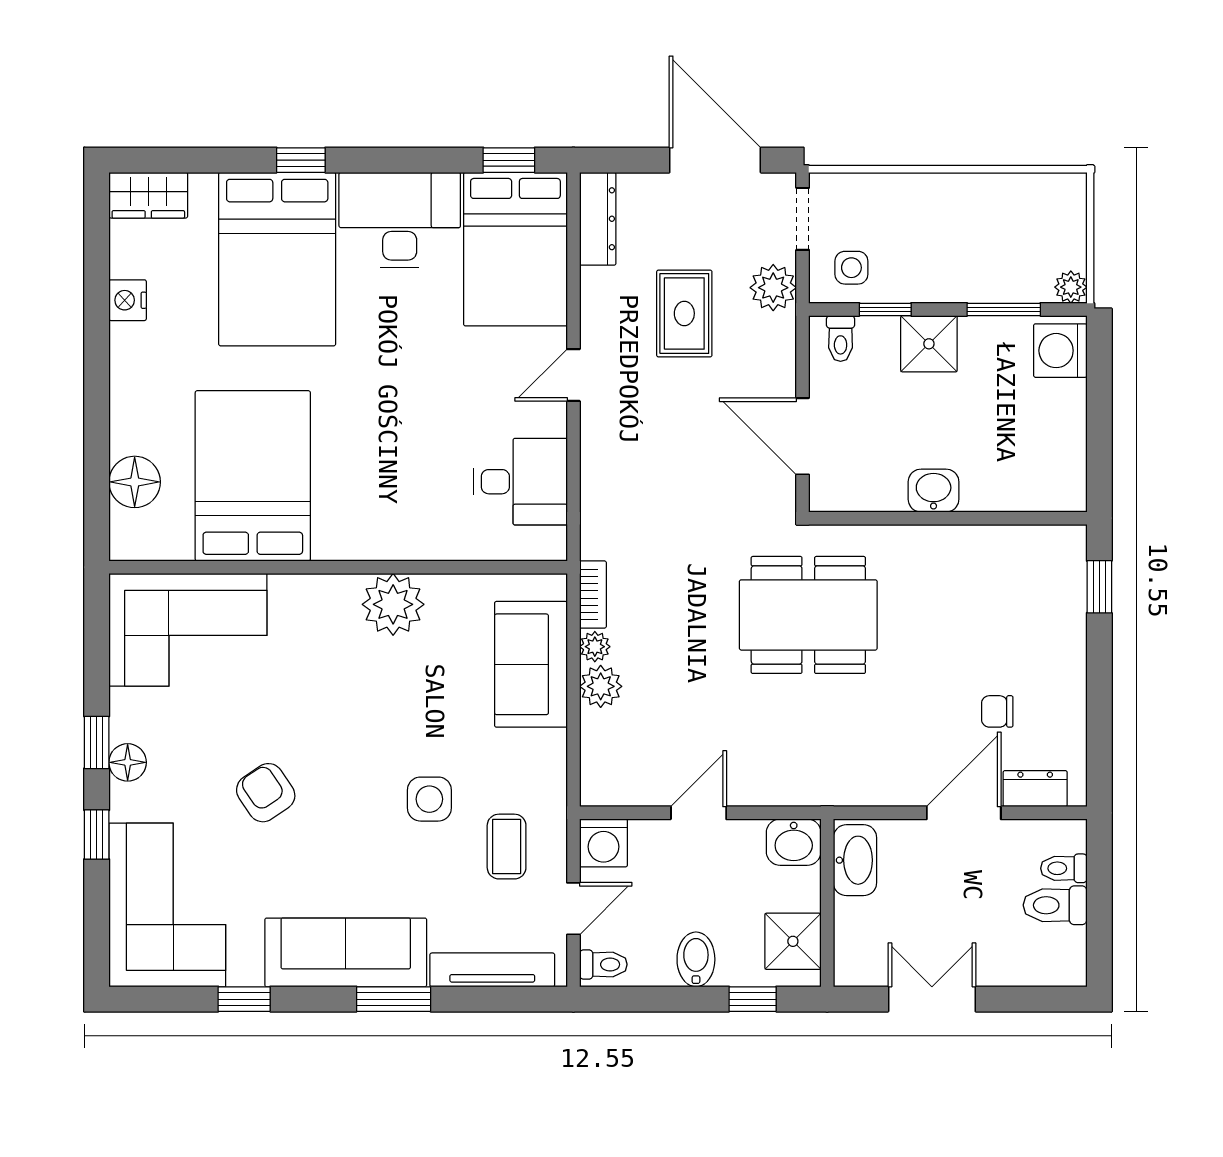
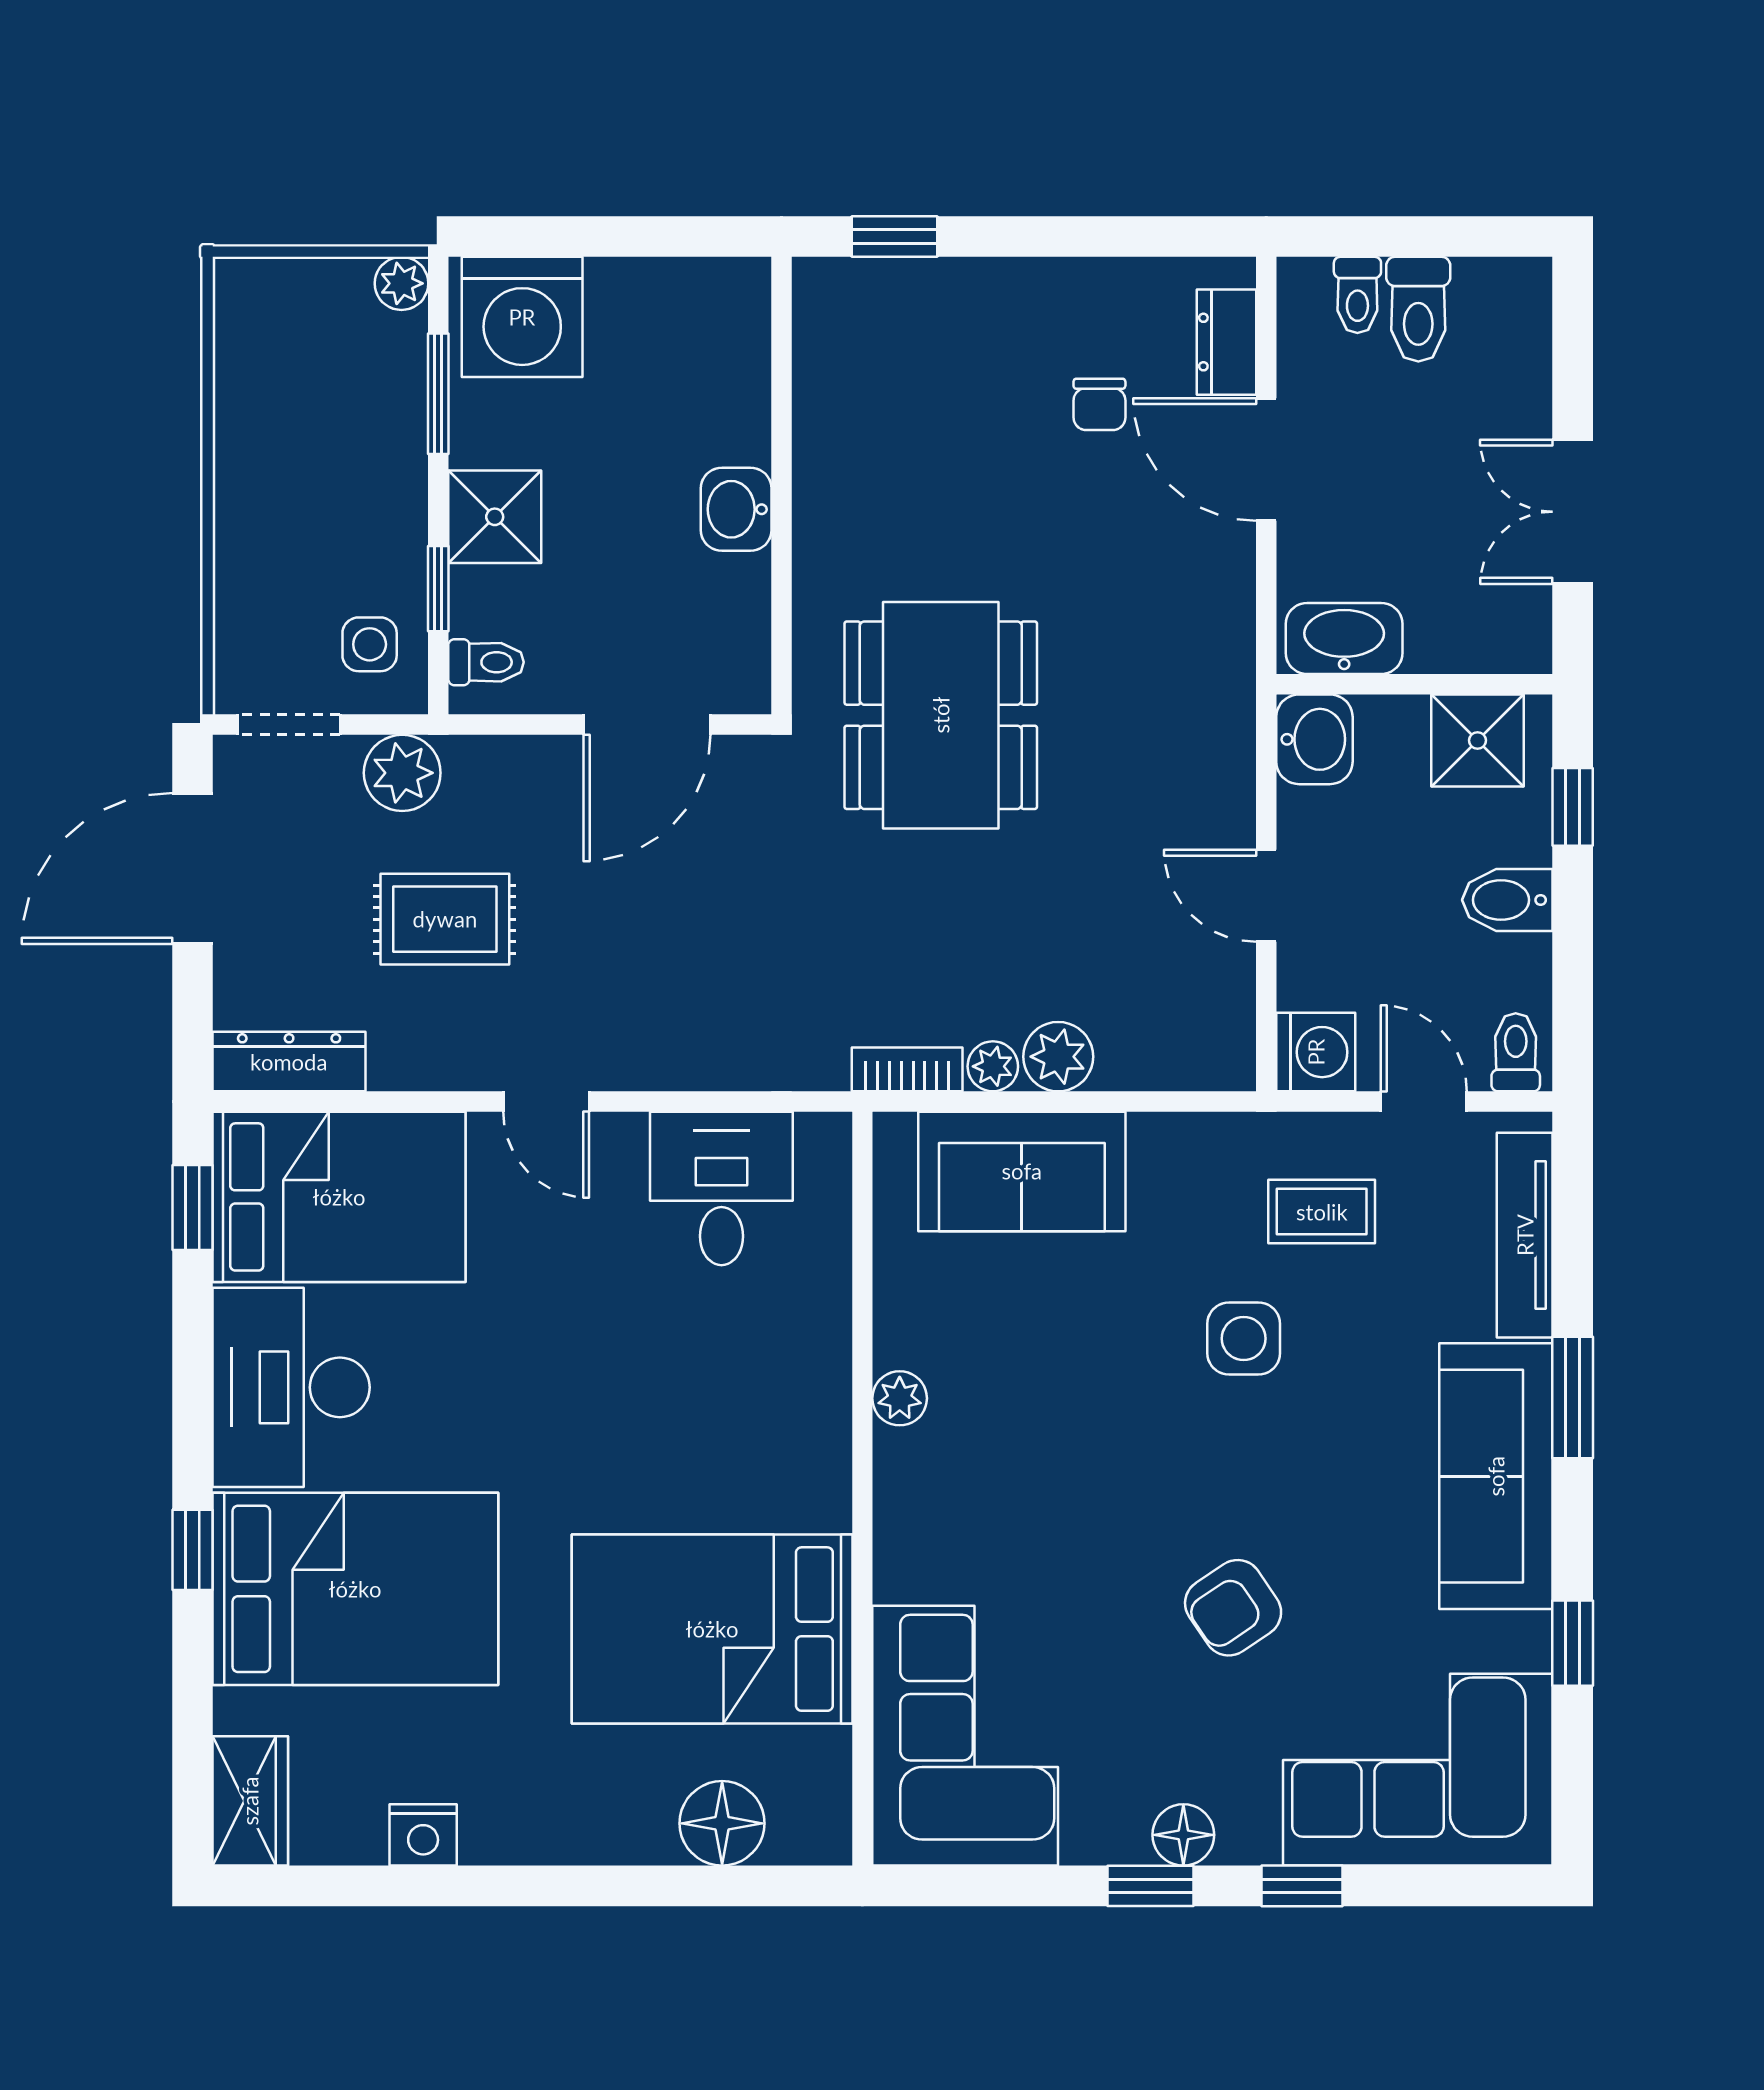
washing machine: (1060, 351) -> (522, 317), width x1.37, depth x1.37
plant: (393, 604) -> (900, 1398), width x0.53, depth x0.53

